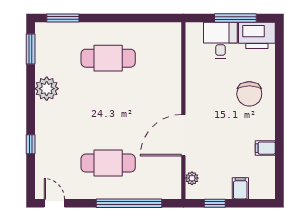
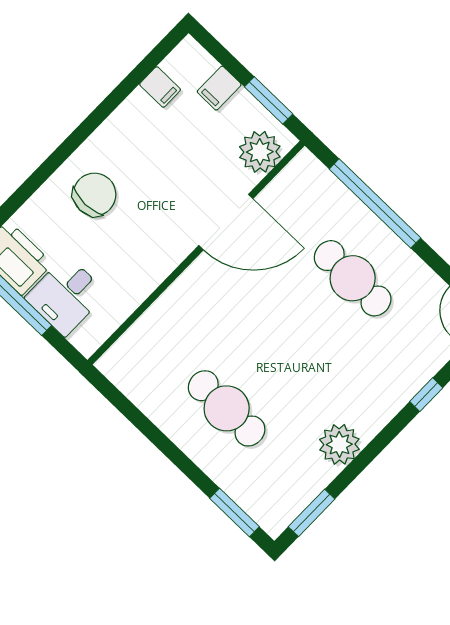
filing cabinet: (265, 148) -> (160, 87), moved
plant: (192, 178) -> (260, 152), width x1.88, depth x1.88
window: (215, 203) -> (269, 100), width x1.50

